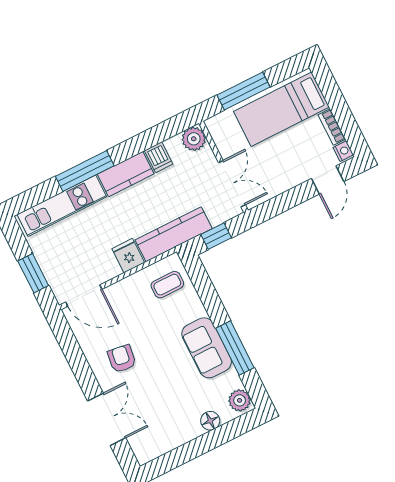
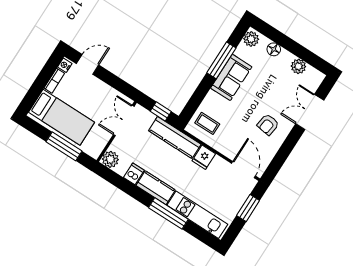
plant: (171, 439) -> (298, 66), added

